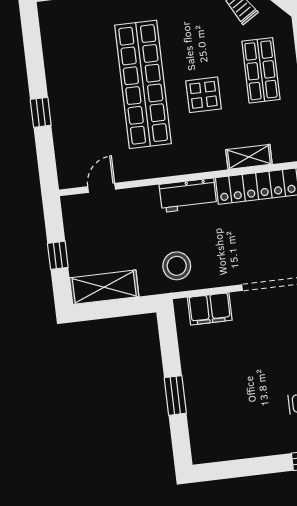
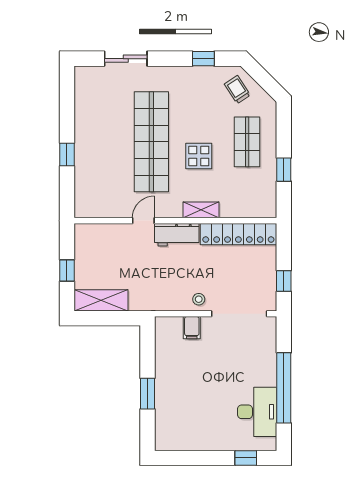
shelving: (249, 157) -> (201, 210), moved
door: (102, 188) -> (143, 221), moved
stool: (177, 266) -> (199, 299), moved, width x0.53, depth x0.53
filing cabinet: (210, 309) -> (192, 328), width x0.50

